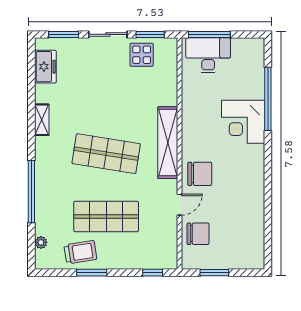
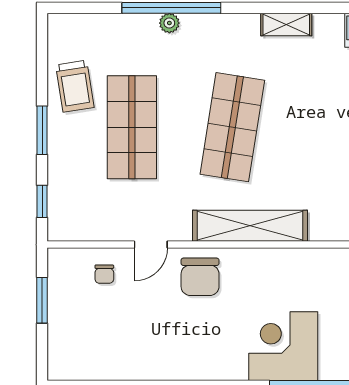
door: (180, 205) -> (151, 245), hinge flipped
chair: (198, 234) -> (104, 274), width x0.54, depth x0.54
plant: (41, 242) -> (169, 23), moved
window: (92, 273) -> (42, 130), moved

